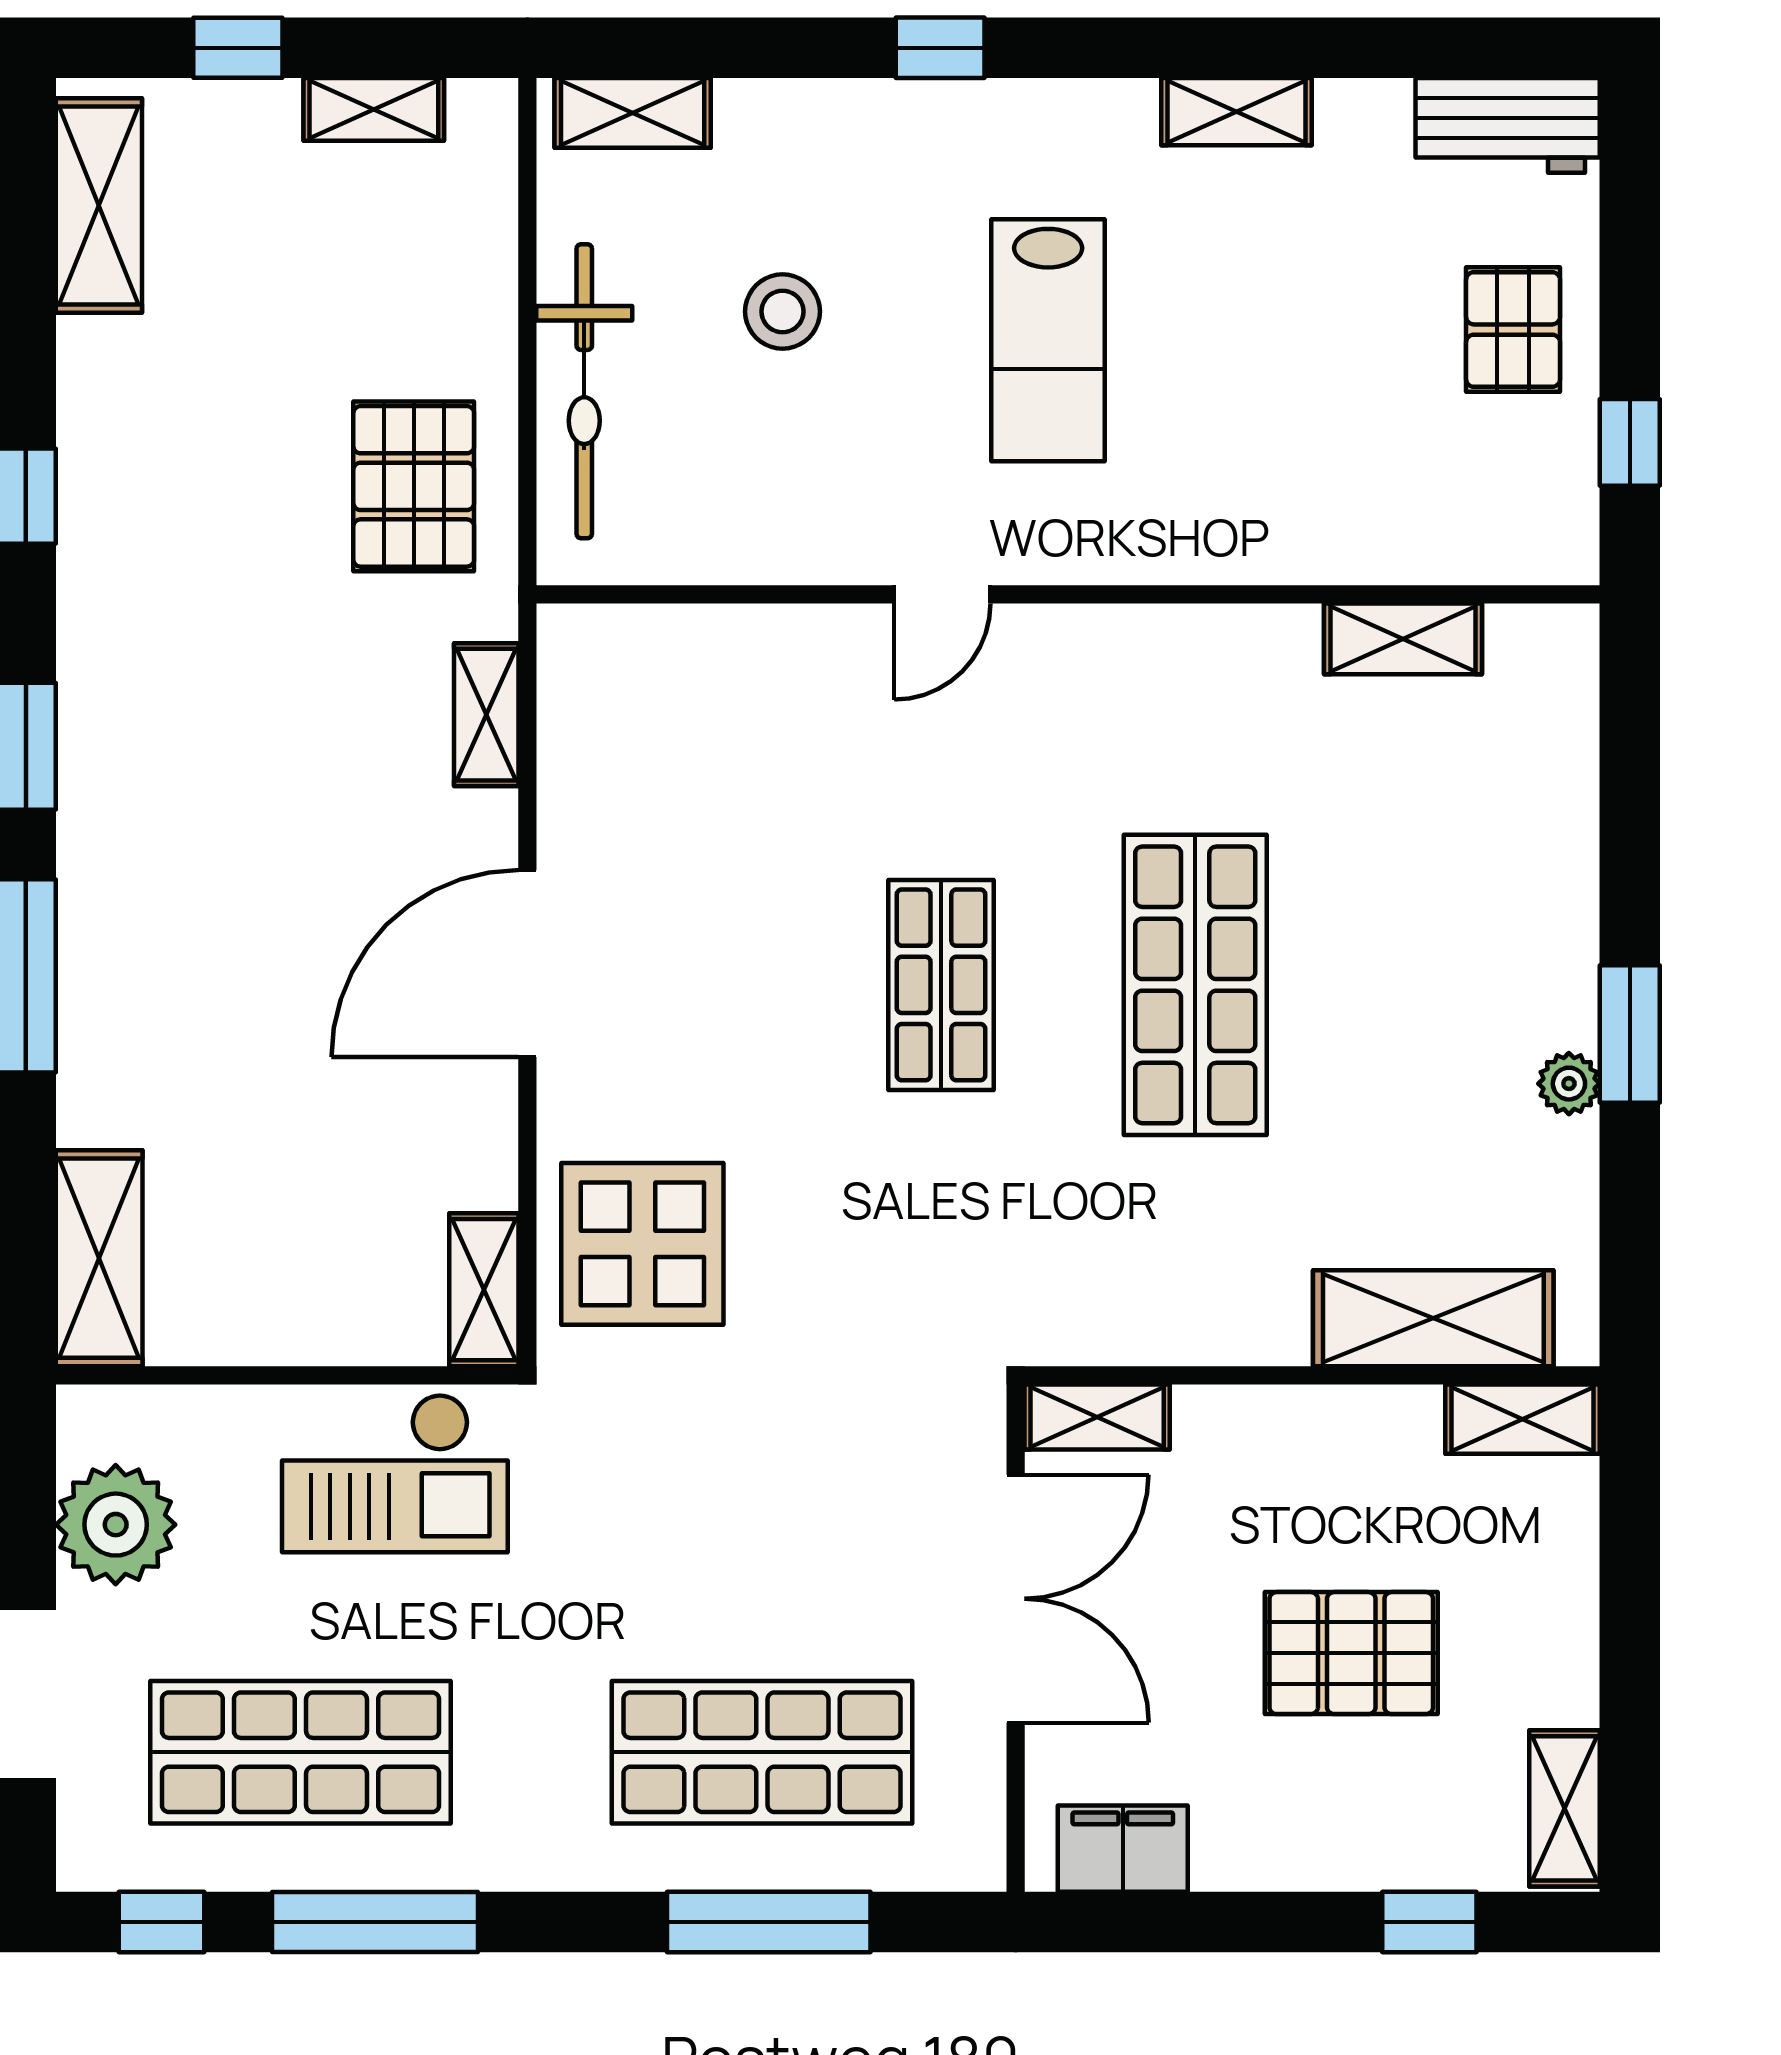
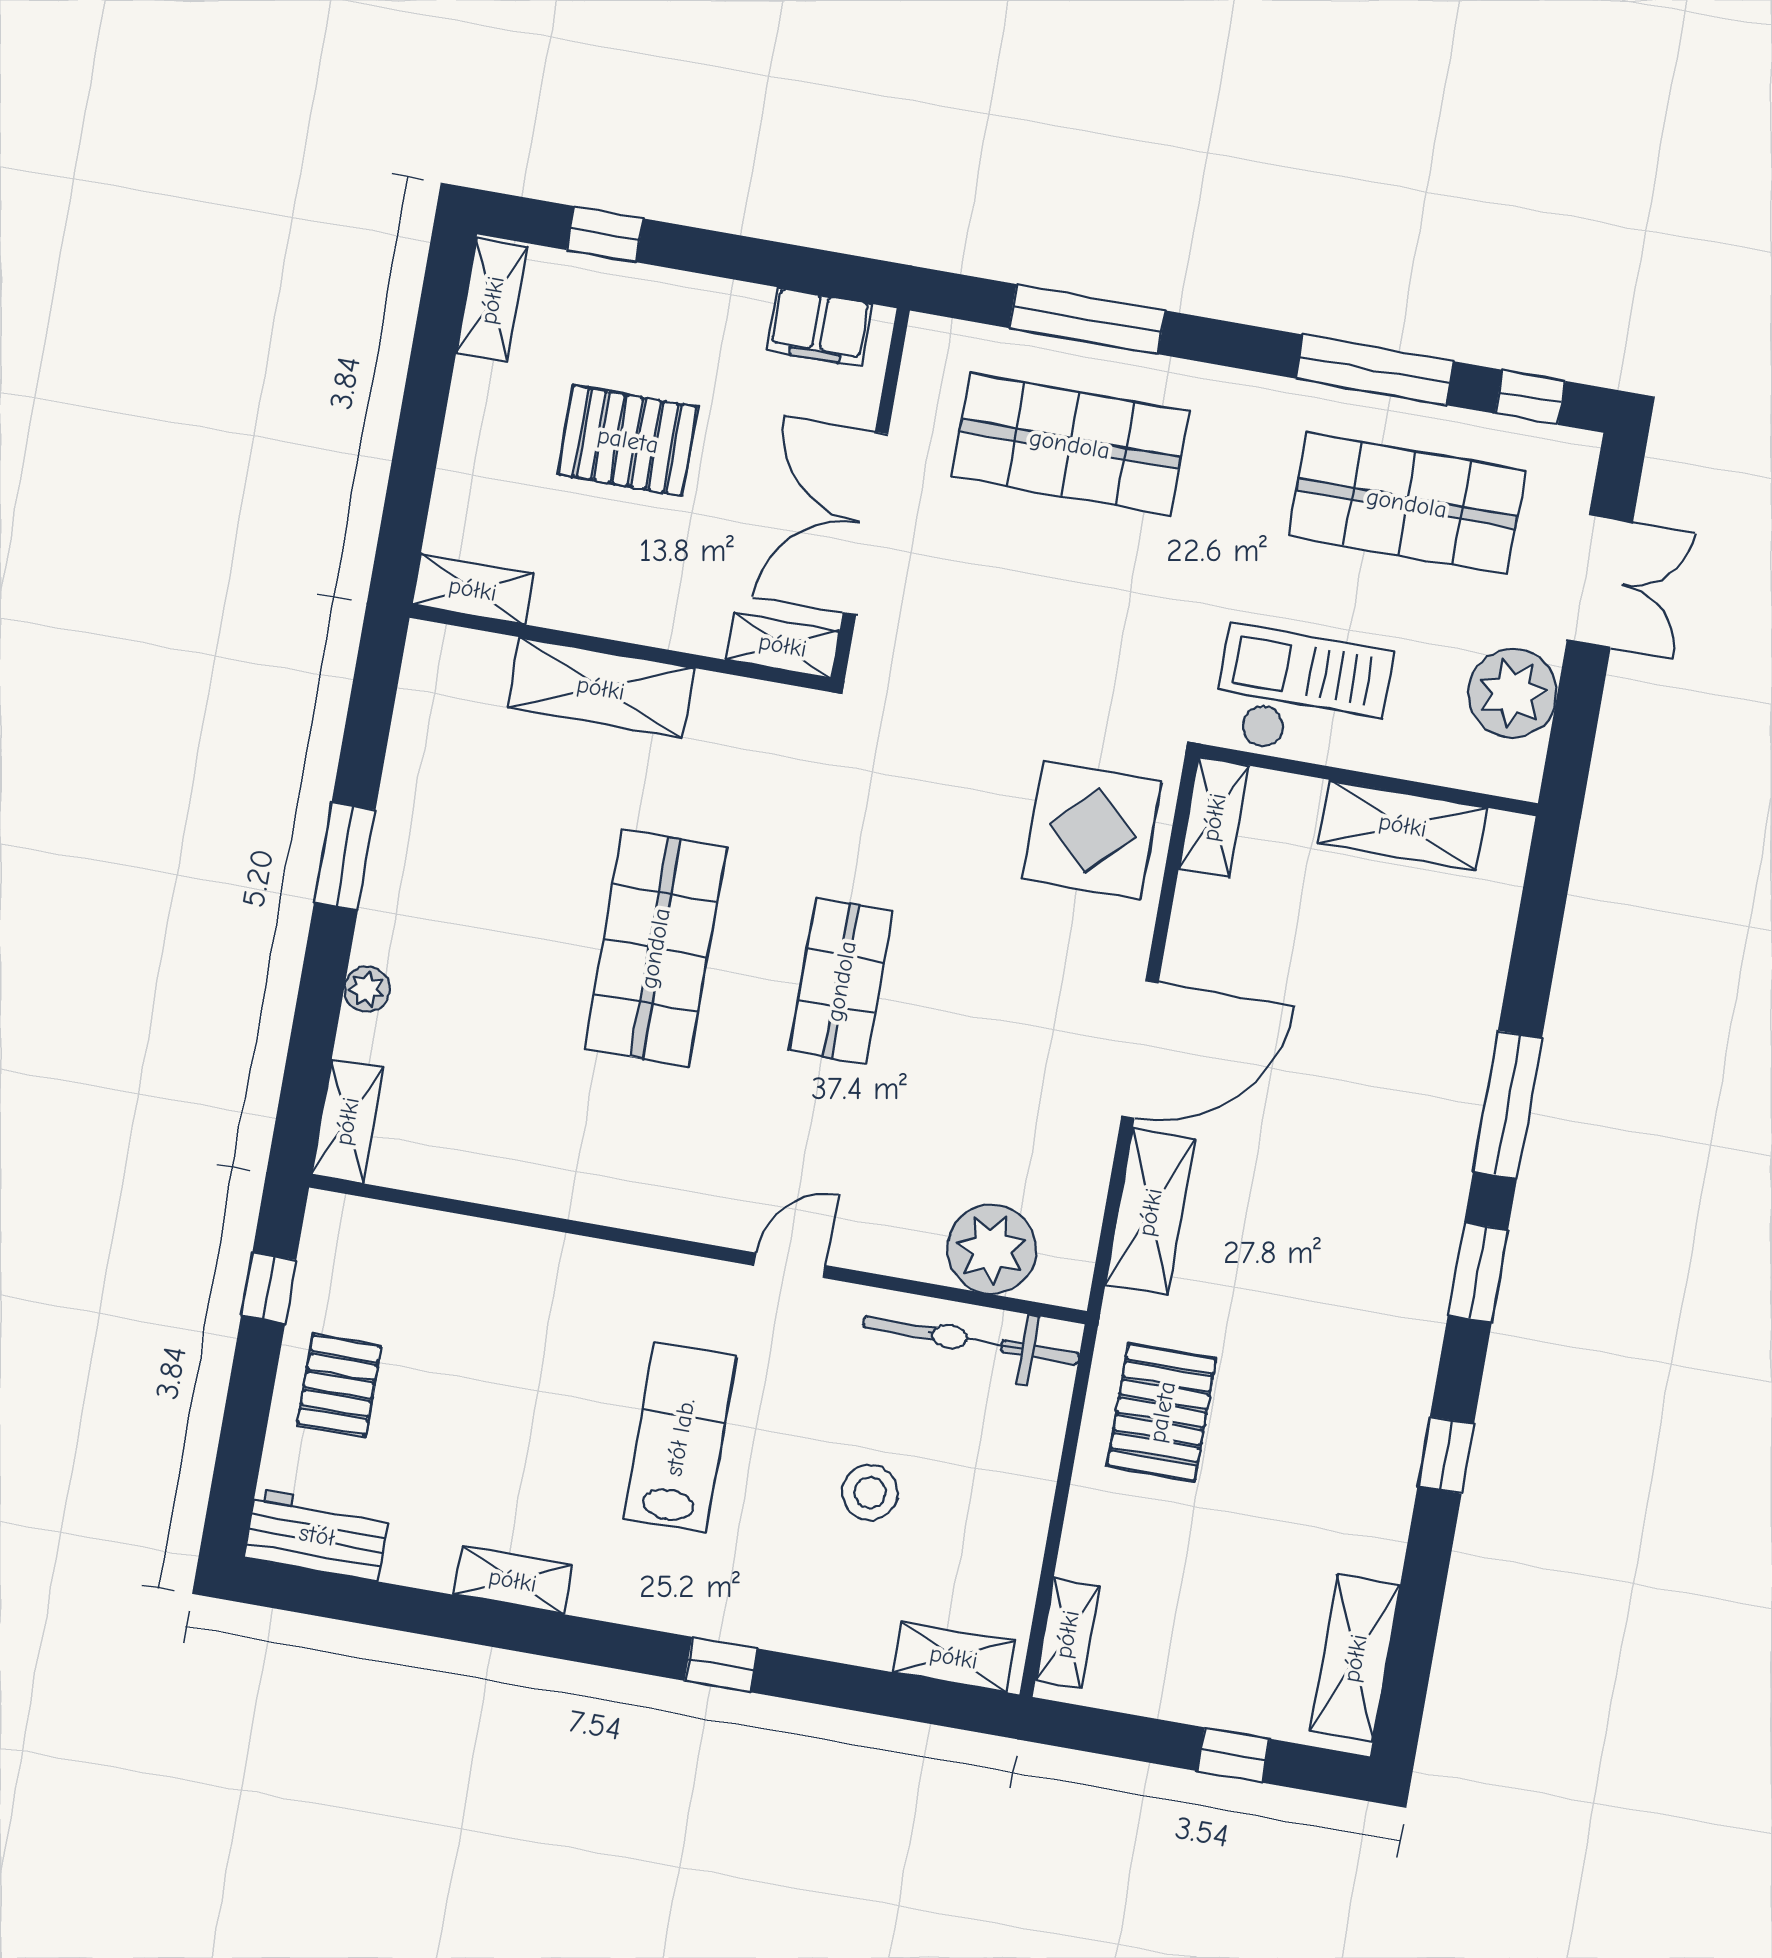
shelving: (374, 109) -> (1067, 1634), moved, turned 90
bicycle: (584, 391) -> (971, 1340), moved, turned -90
shelving: (1403, 639) -> (347, 1121), moved, turned 90
plant: (678, 664) -> (992, 1249), added
shelving: (486, 715) -> (1150, 1212), width x1.50, depth x1.33
plant: (1569, 1084) -> (367, 989), moved
shelving: (99, 1258) -> (1403, 825), moved, turned 90
shelving: (1433, 1318) -> (601, 688), moved

